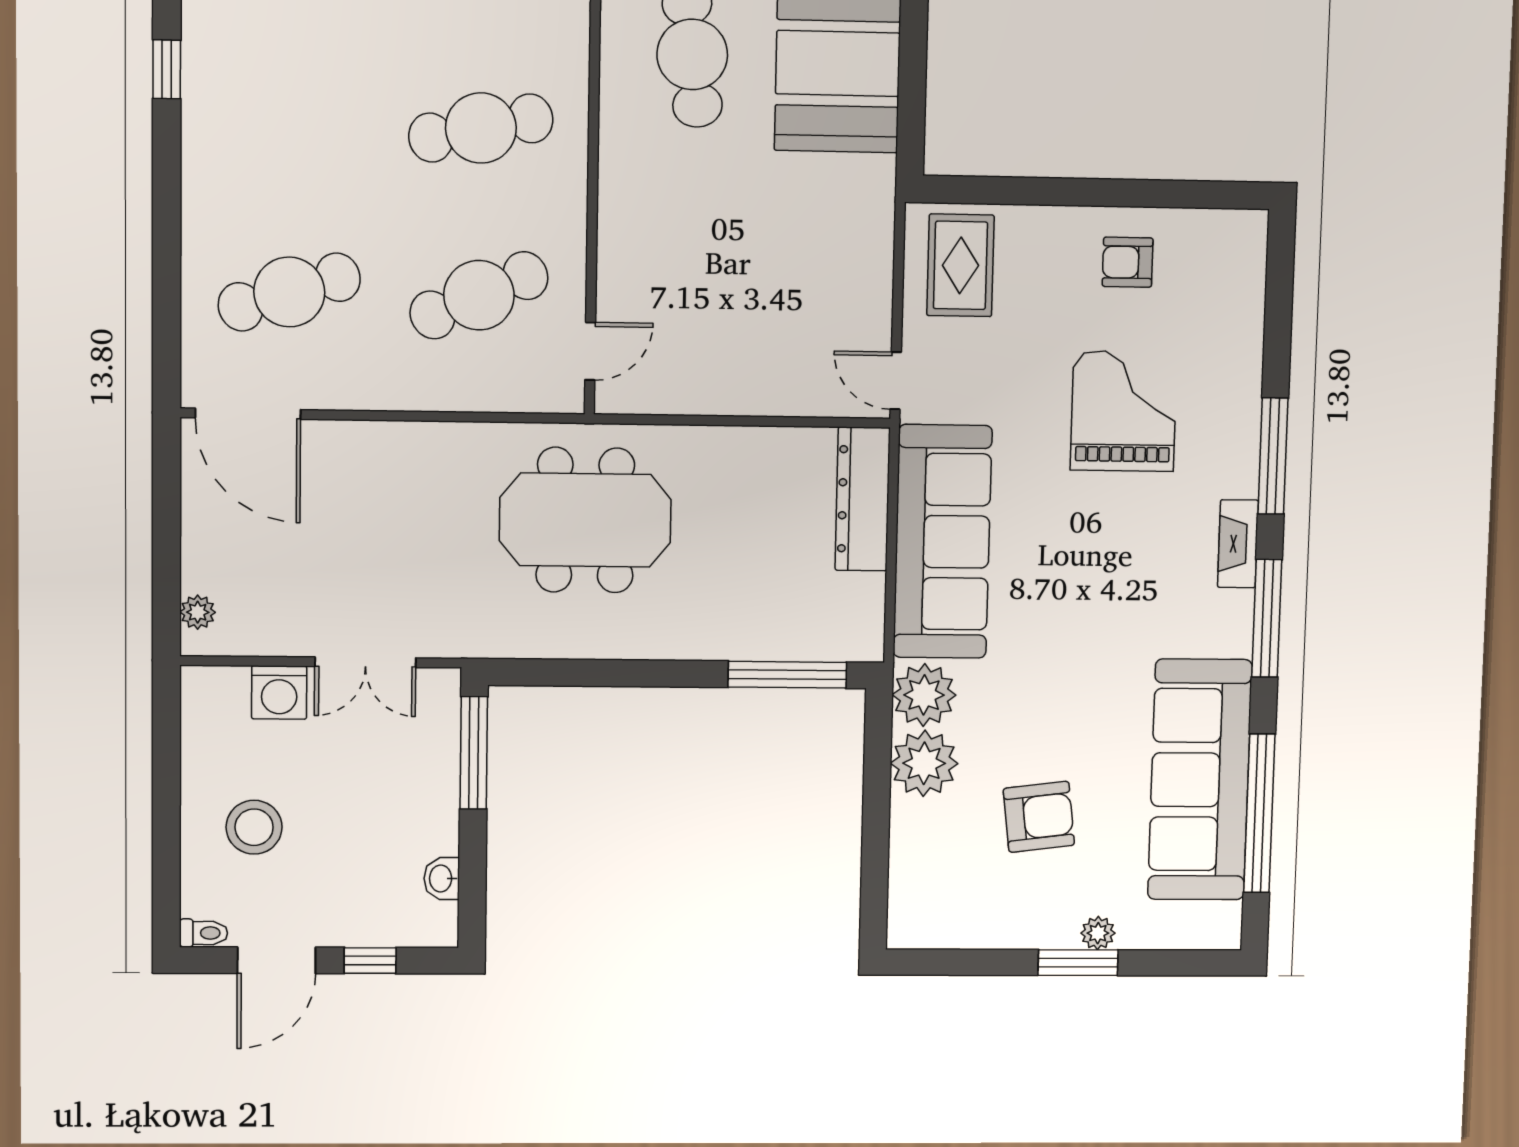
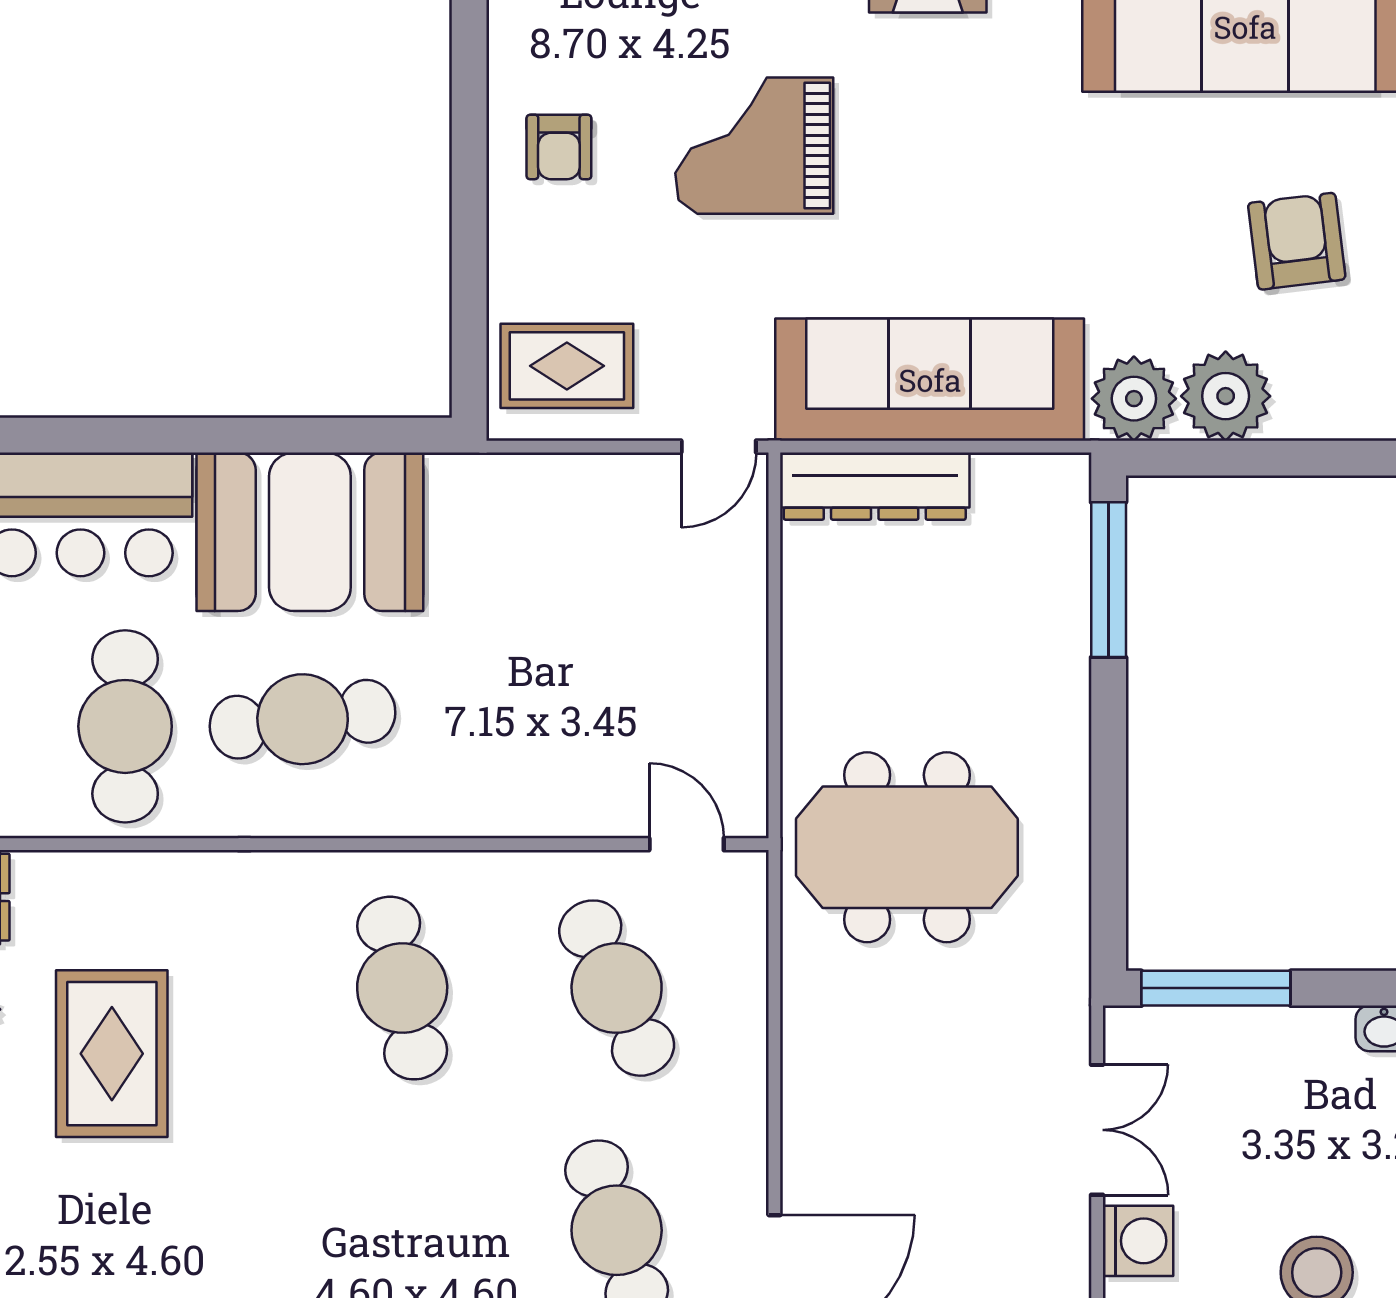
meeting table: (585, 520) -> (907, 847), turned 90

